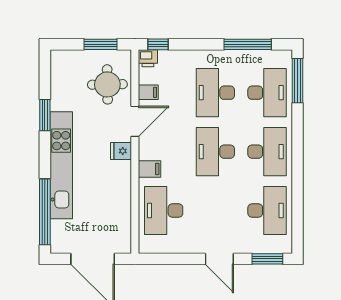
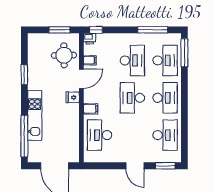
desk: (215, 93) -> (132, 60), turned 180
kitchen unit: (61, 165) -> (35, 115), width x0.73

